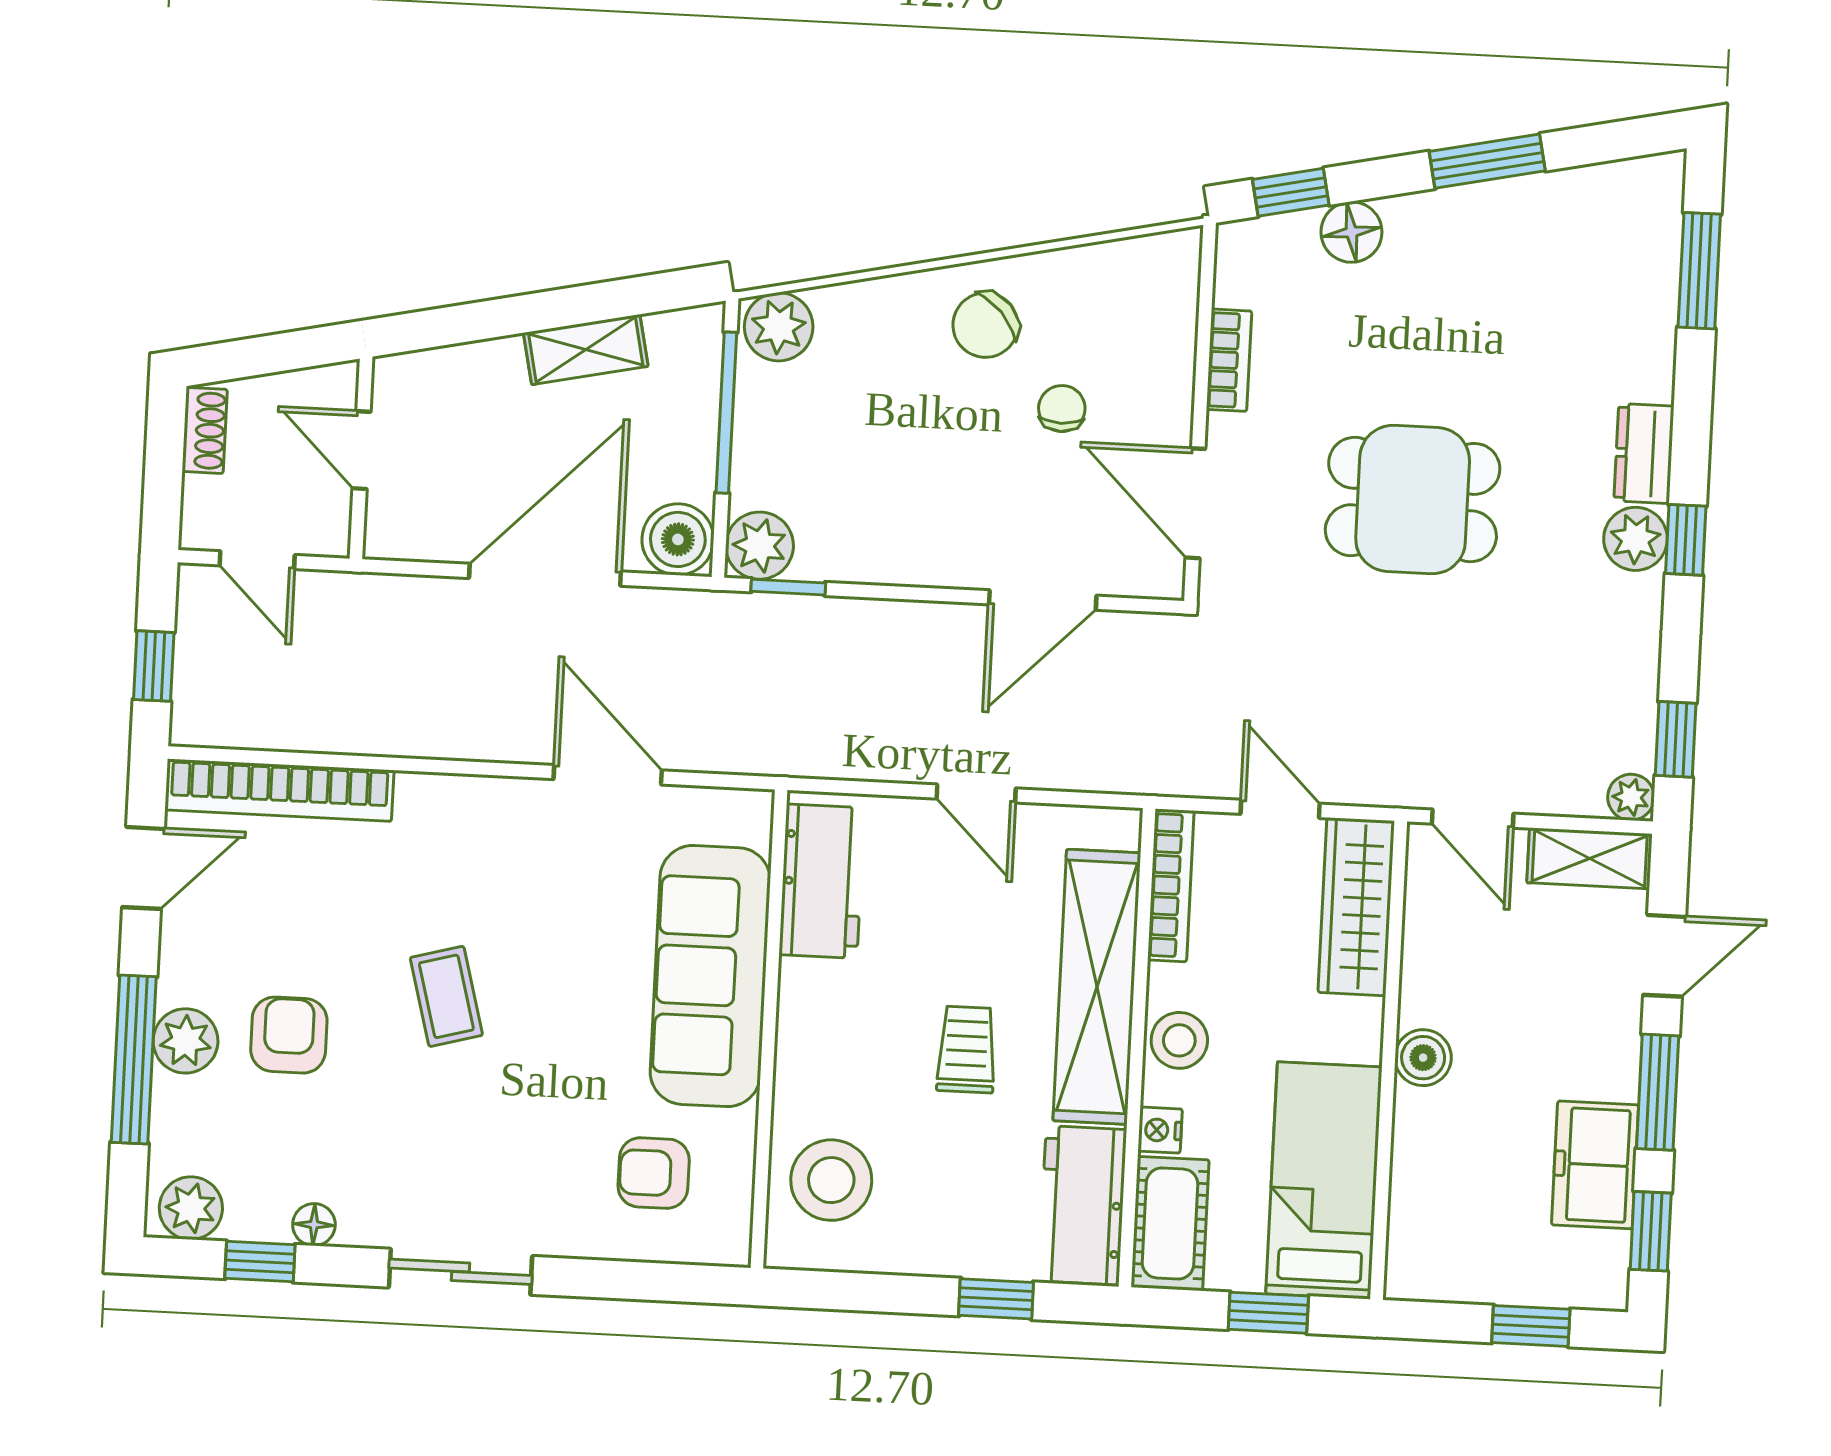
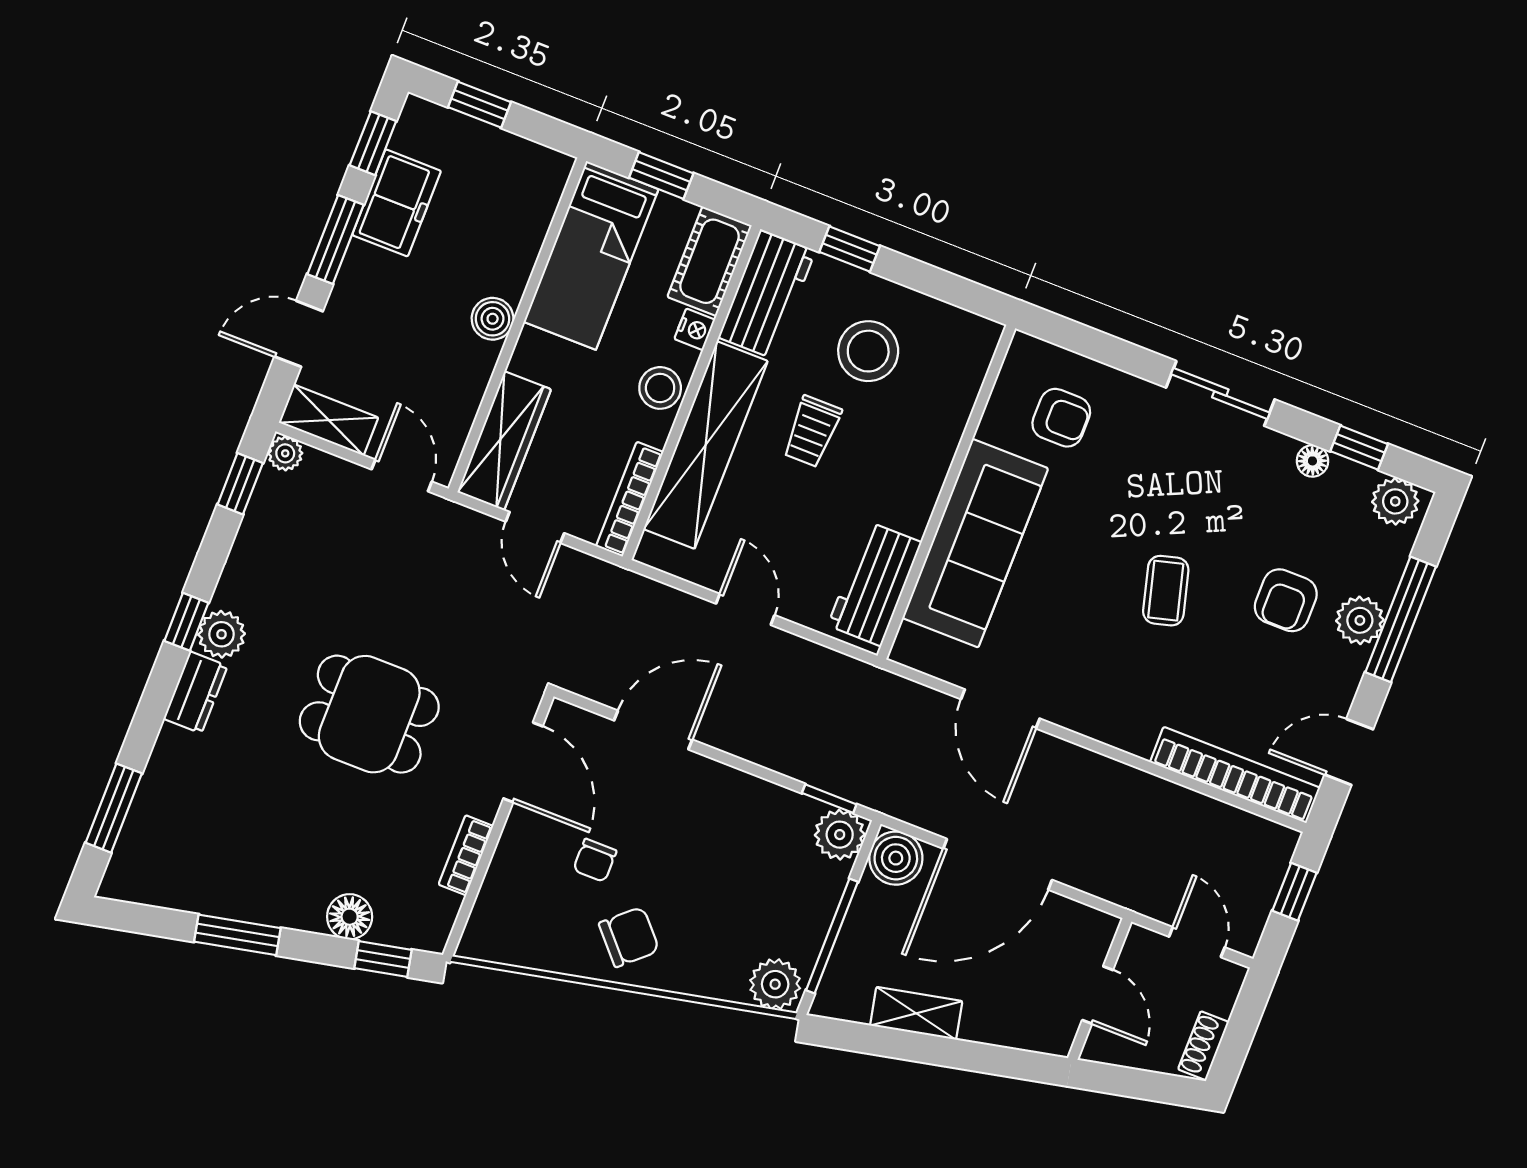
stool: (831, 1180) -> (868, 351), moved

